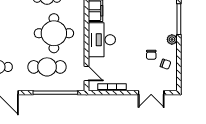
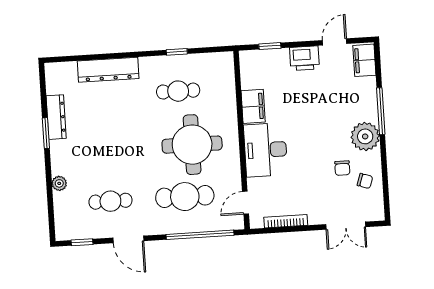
plant: (172, 39) -> (365, 136), width x1.88, depth x1.88
door: (86, 73) -> (246, 203), swing flipped

